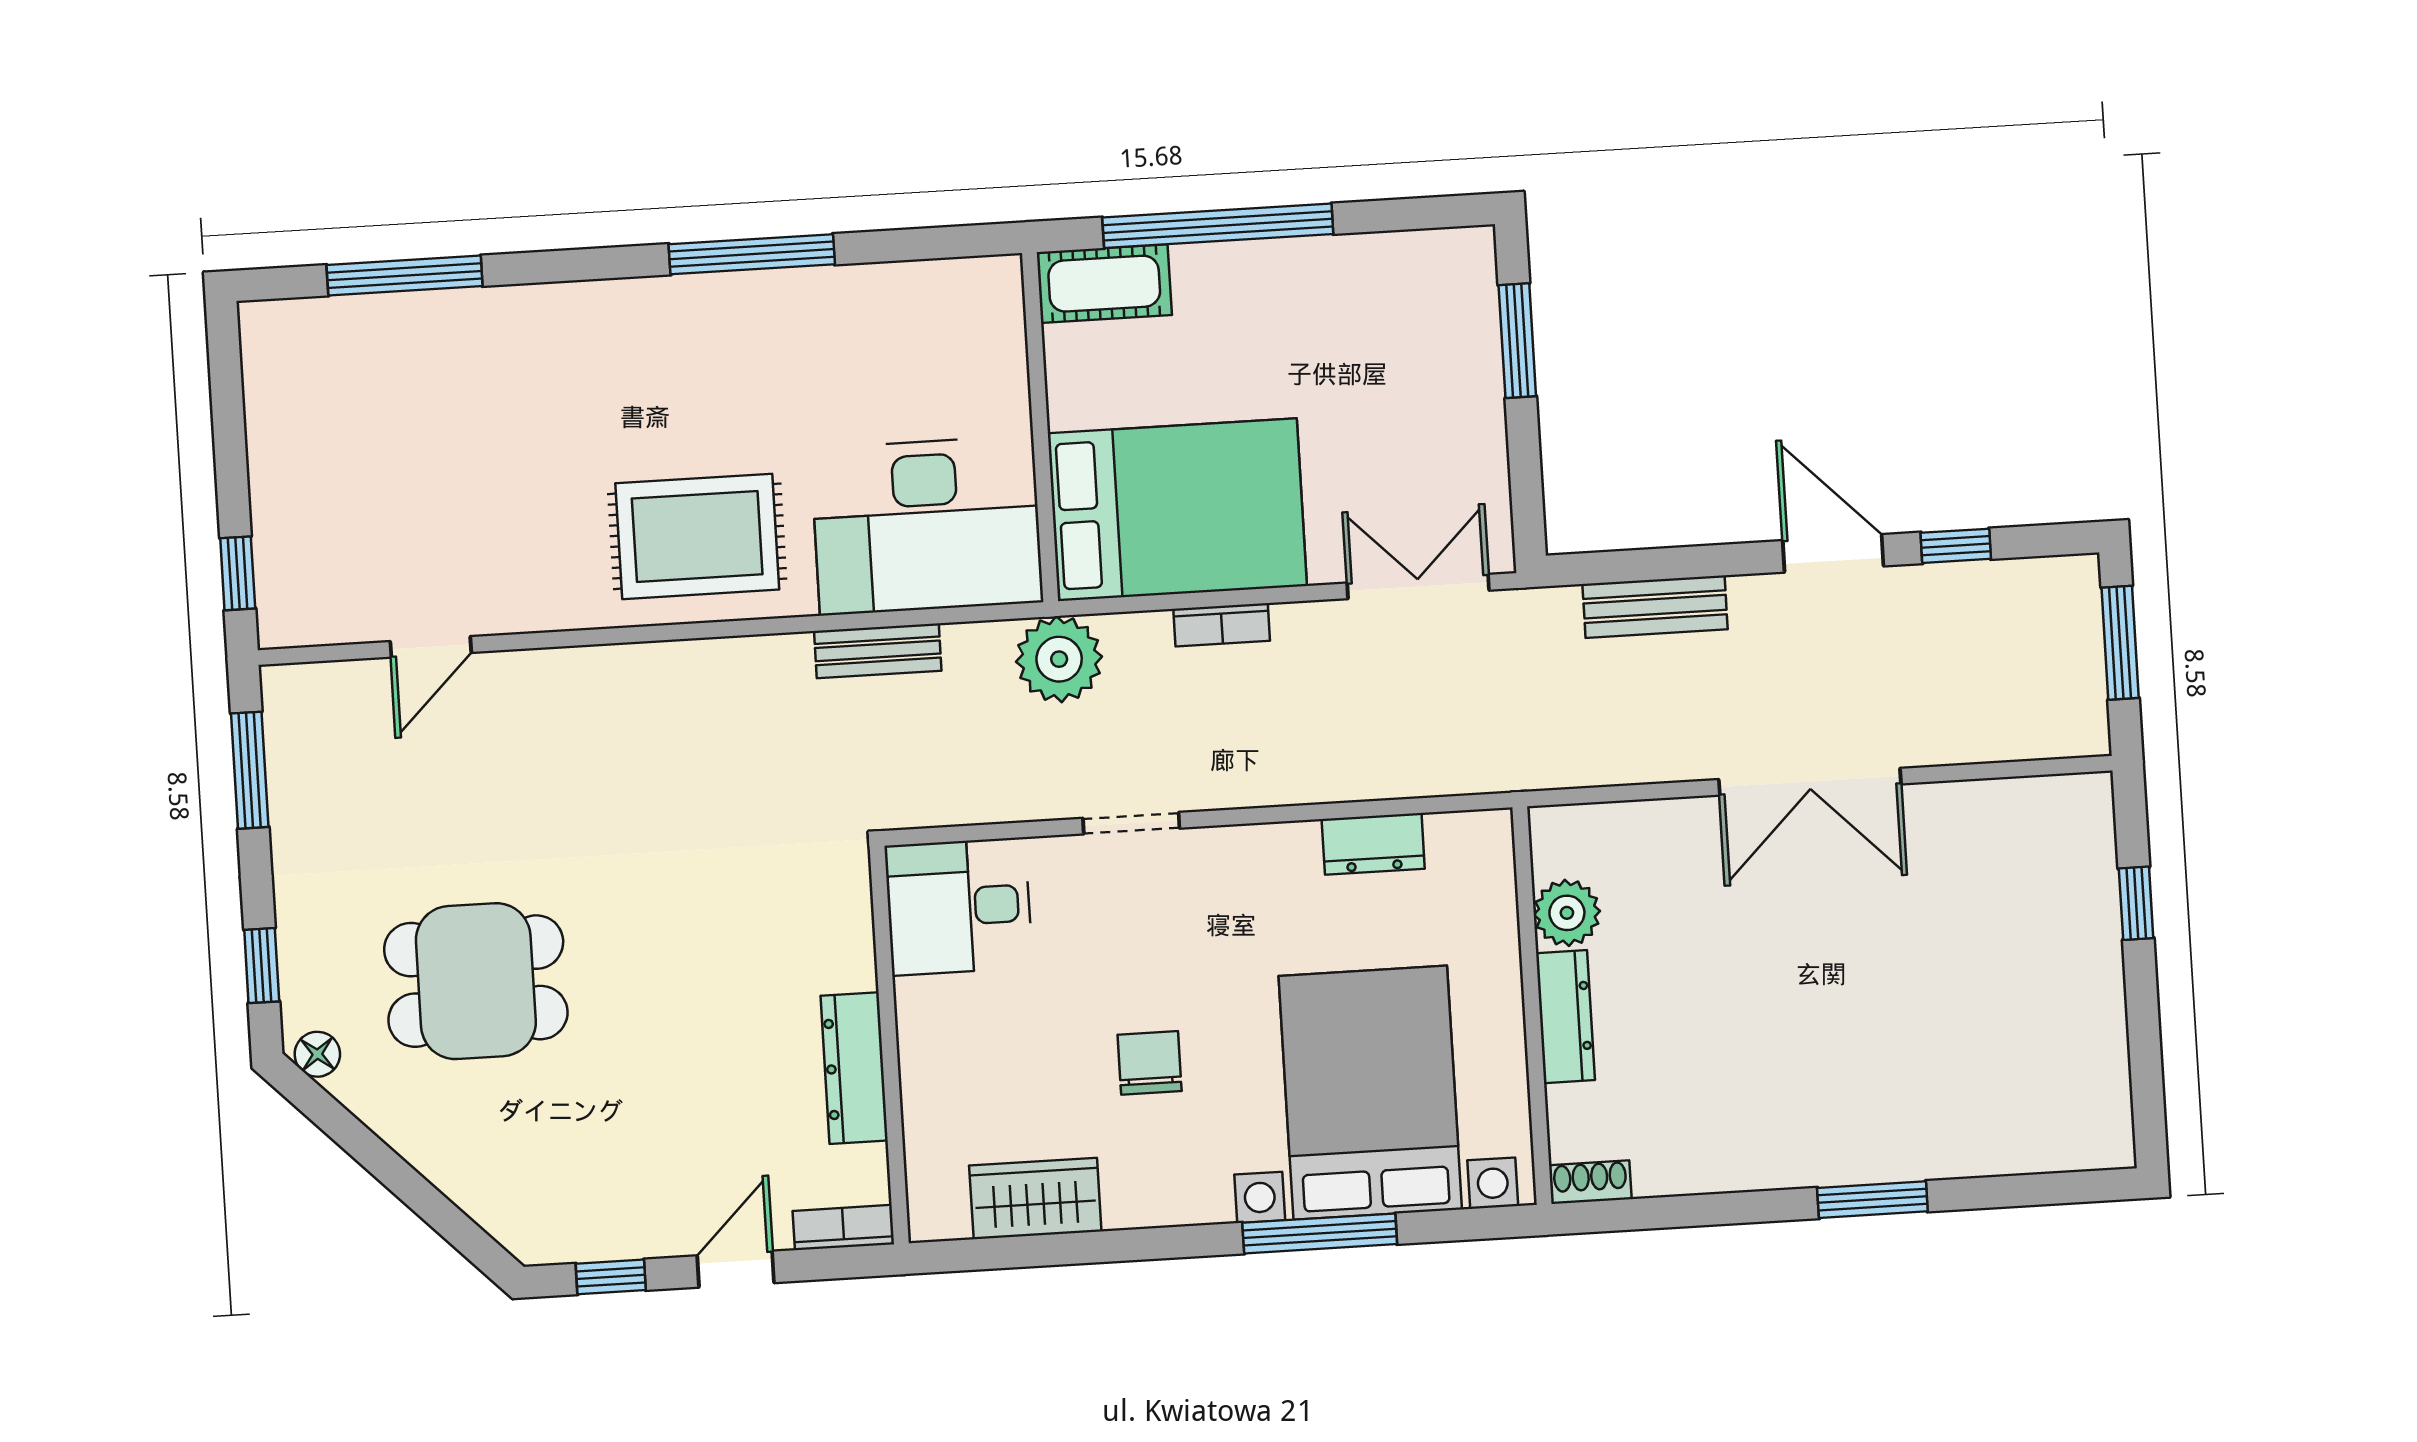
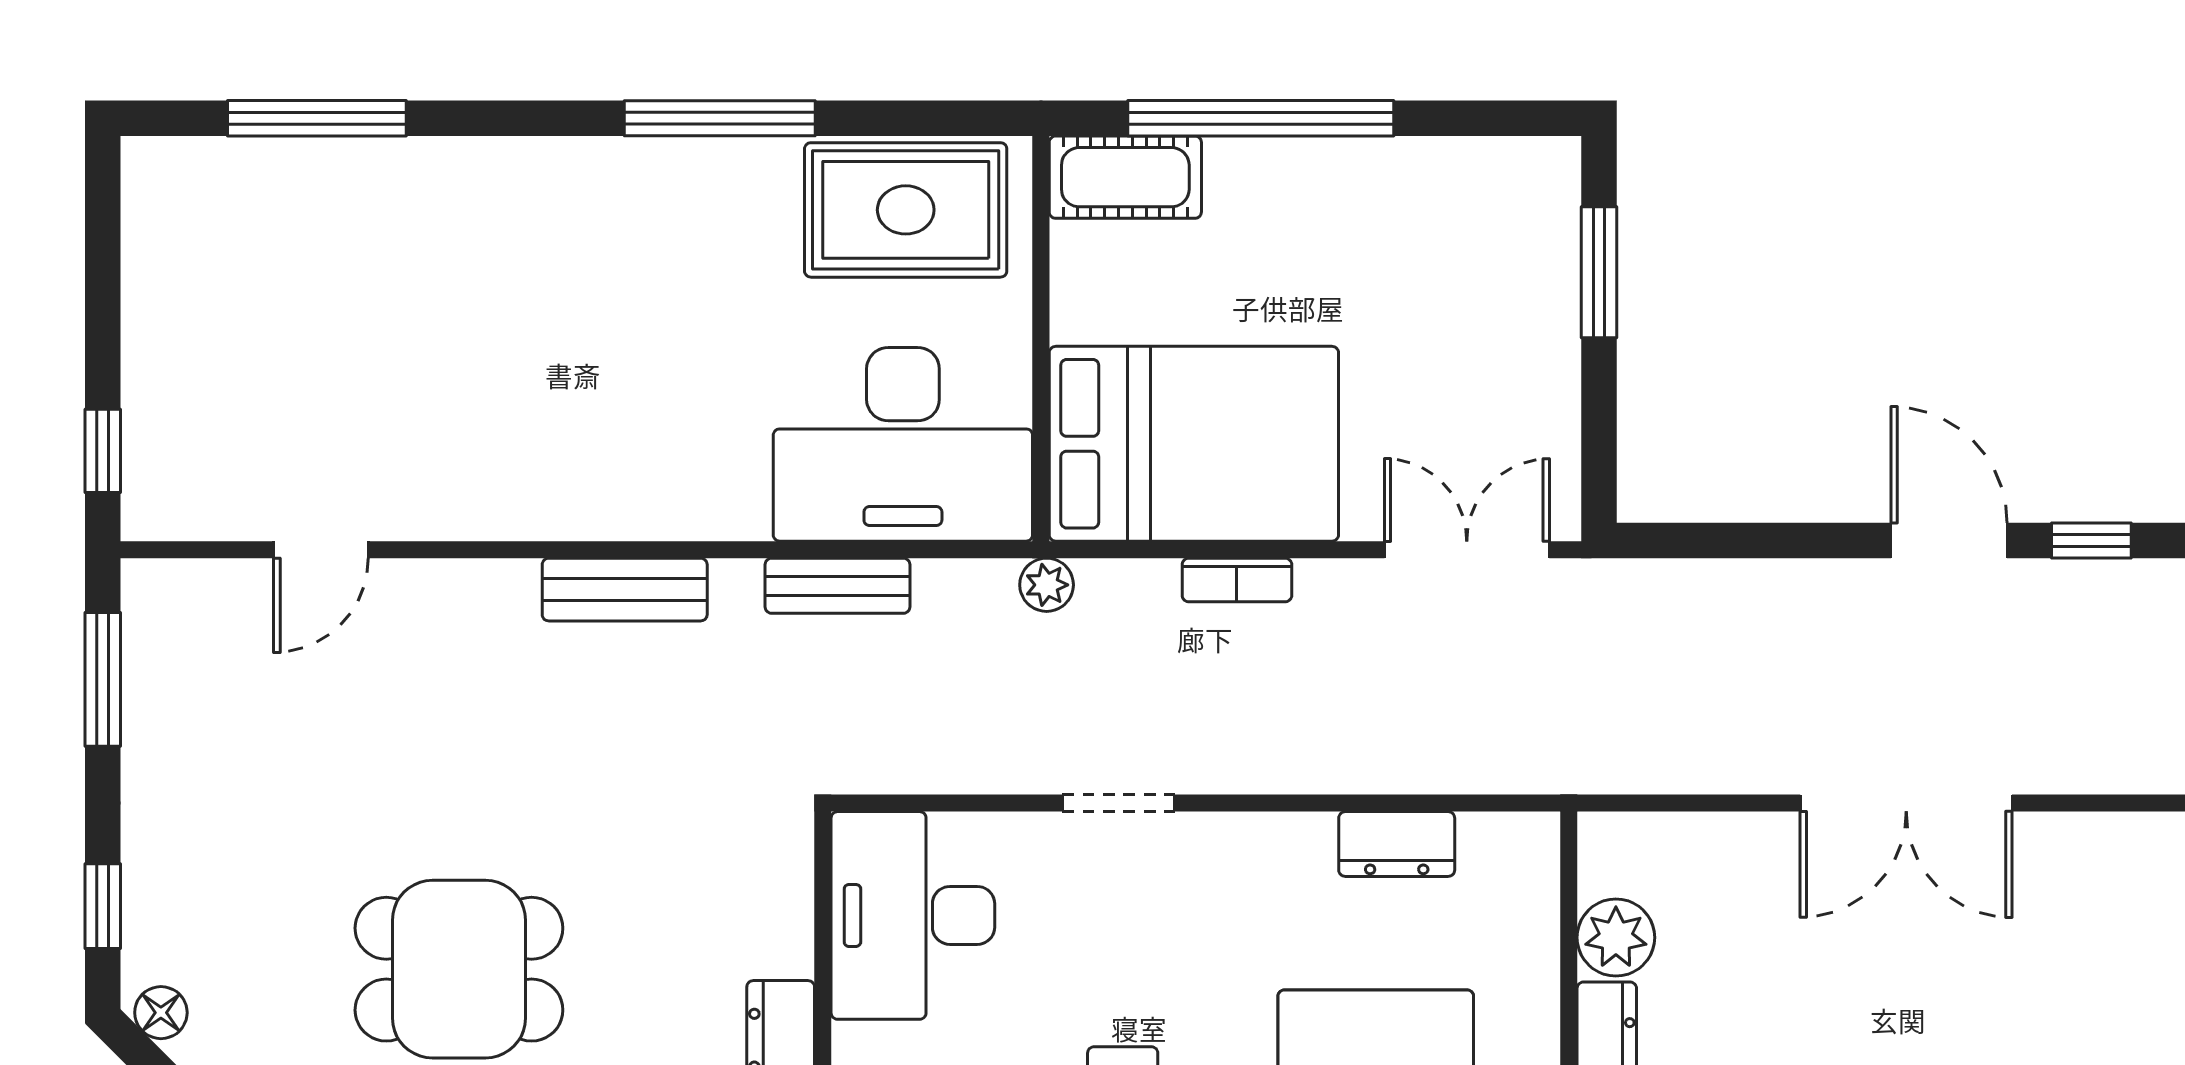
rug: (697, 536) -> (906, 210), moved
bench: (1655, 607) -> (625, 590), moved
plant: (1059, 659) -> (1047, 585), width x0.53, depth x0.53
desk: (959, 907) -> (913, 915), width x1.37
dining table: (476, 981) -> (459, 969), moved

